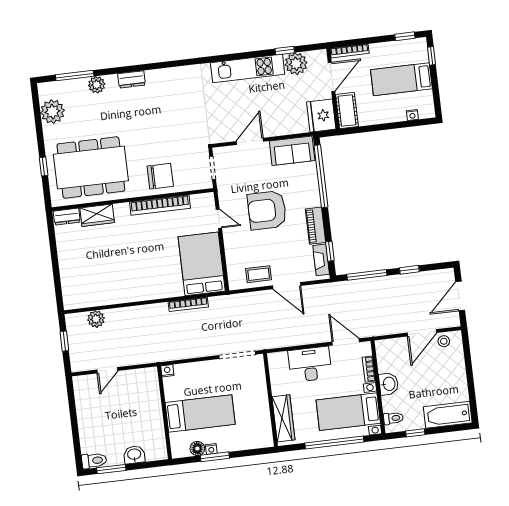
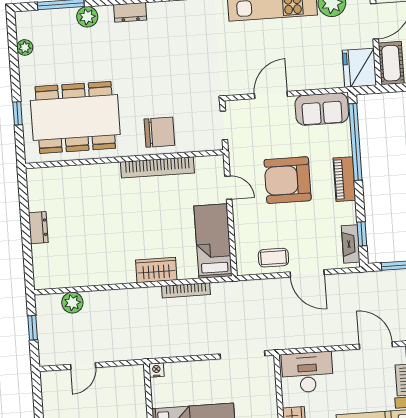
plant: (52, 112) -> (25, 47), width x0.53, depth x0.53
wardrobe: (97, 215) -> (156, 270), moved, turned 180
dresser: (67, 217) -> (38, 228), moved, turned -90
piano: (316, 226) -> (344, 179), moved
bed: (202, 264) -> (213, 241), width x0.67
desk: (310, 364) -> (307, 372), moved

